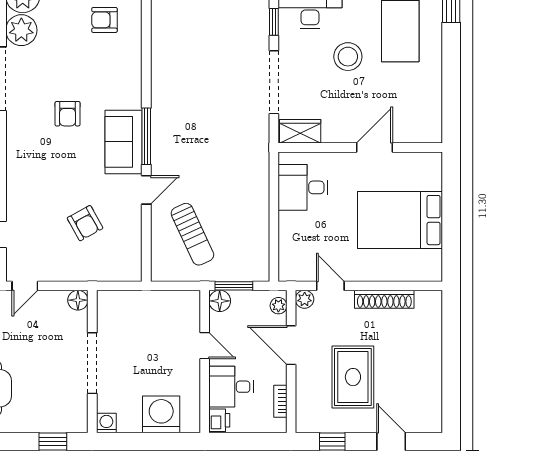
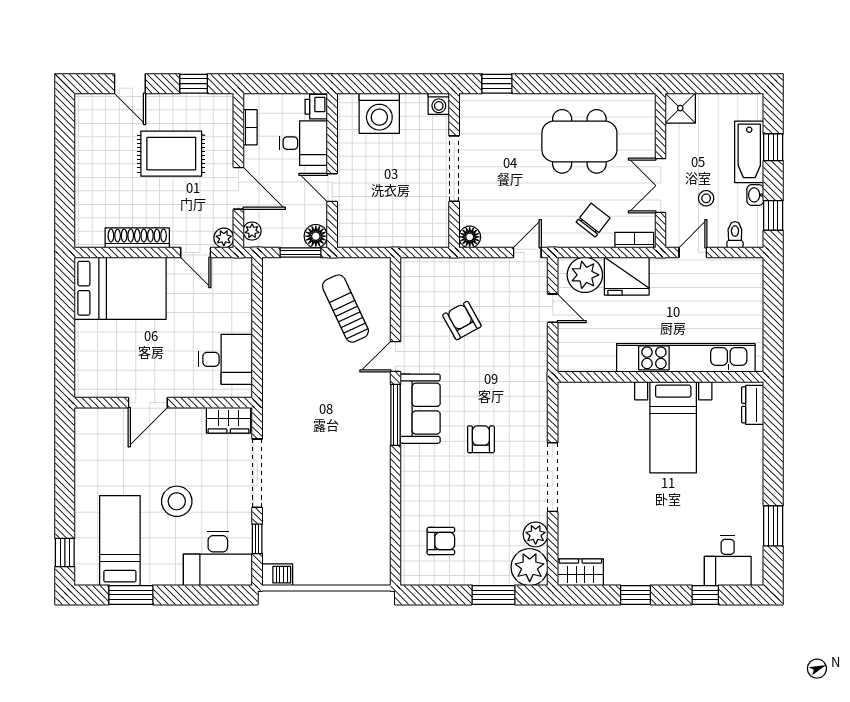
plant: (21, 30) -> (536, 534), width x0.73, depth x0.73
bed: (400, 220) -> (120, 288), moved
rug: (353, 377) -> (171, 154), turned 90

